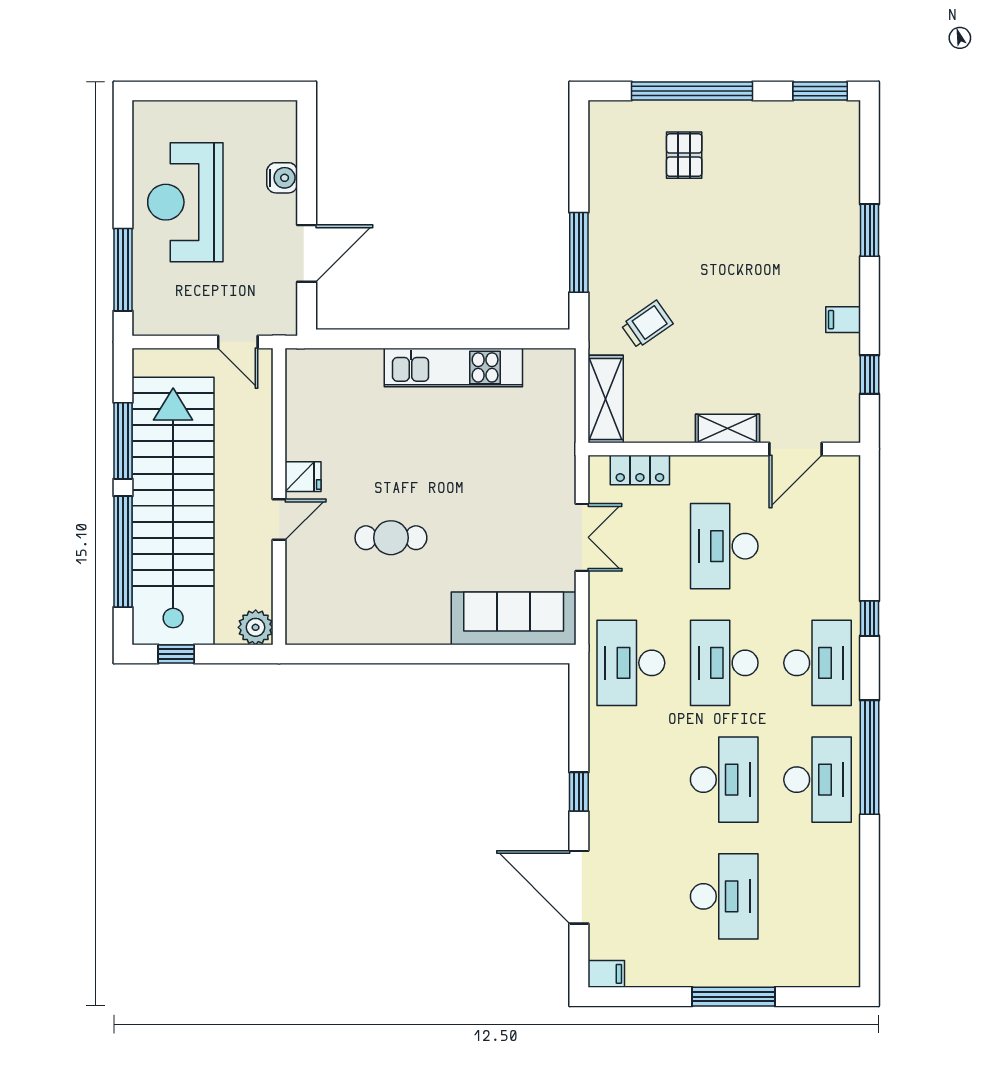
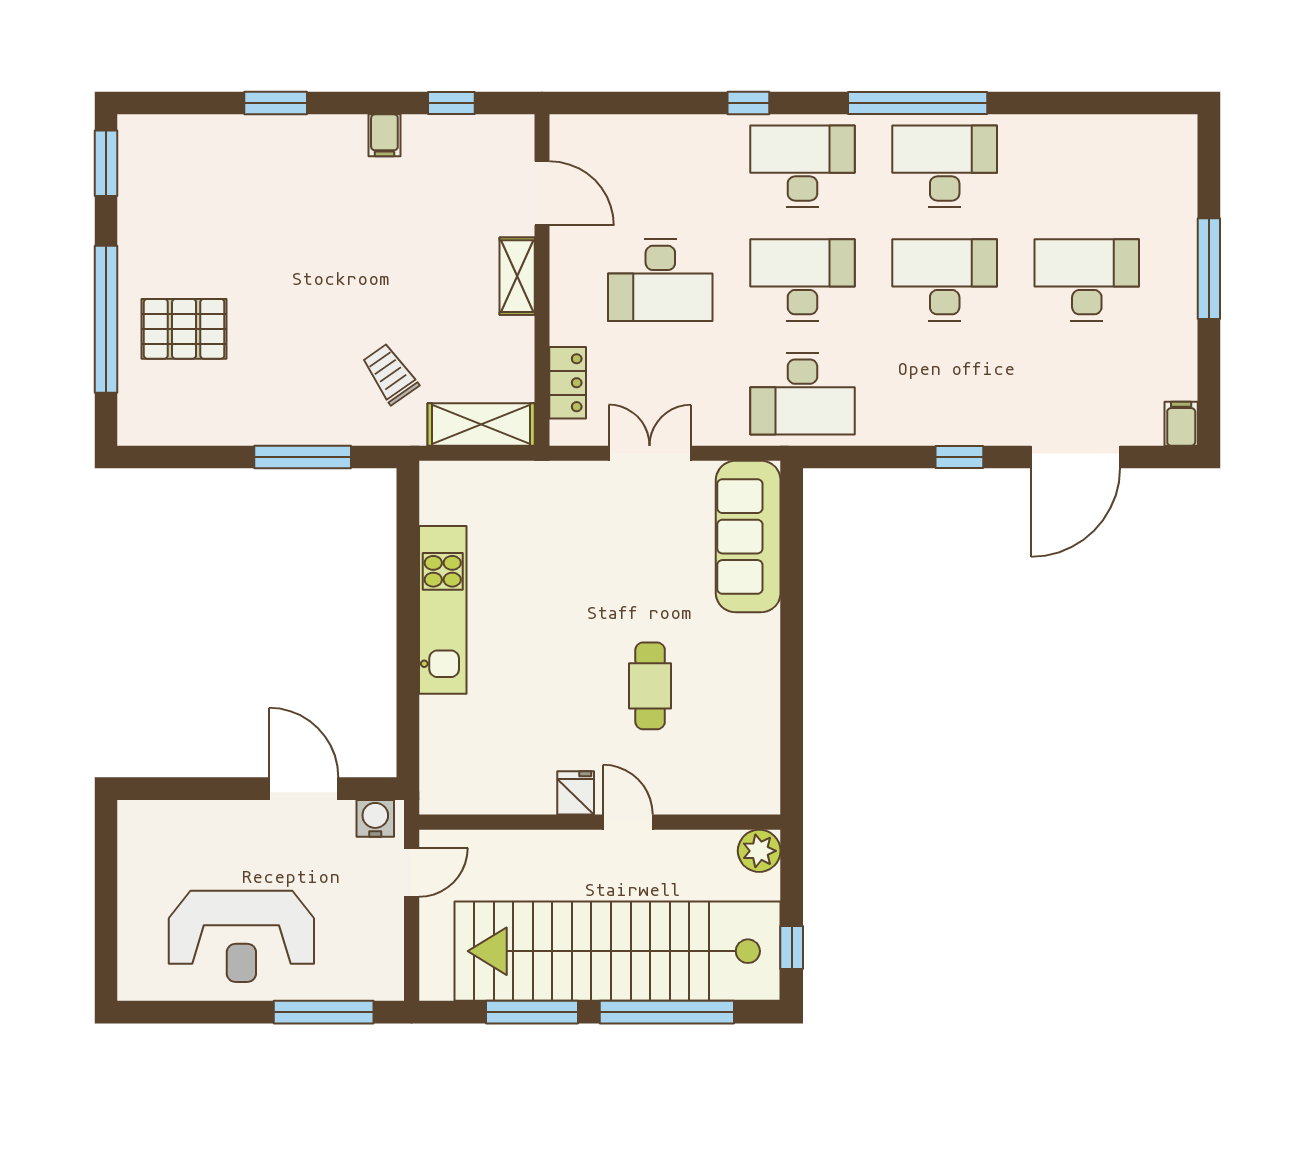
pallet: (684, 155) -> (184, 329), width x1.50, depth x1.42
water cooler: (282, 178) -> (375, 818), moved
desk: (724, 663) -> (802, 280), turned 180

